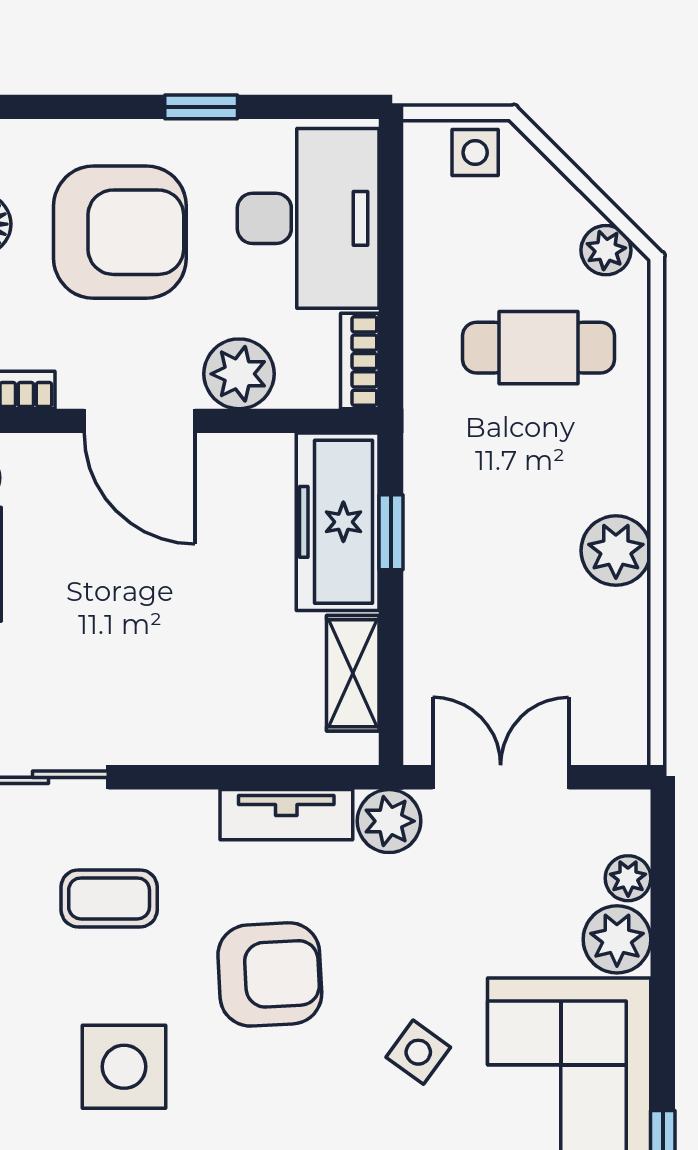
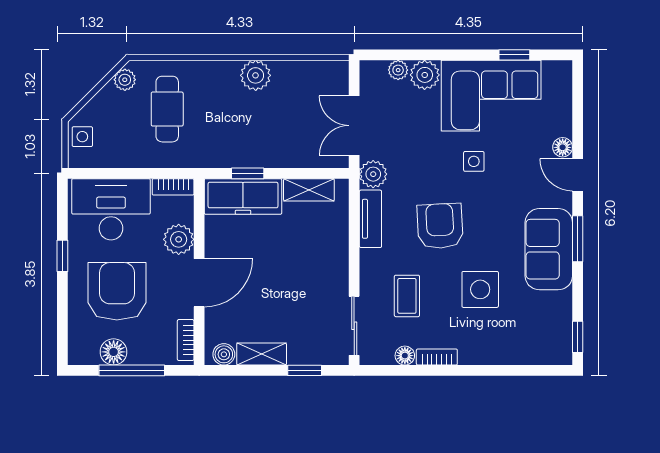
side table: (418, 1052) -> (474, 161), turned -36

